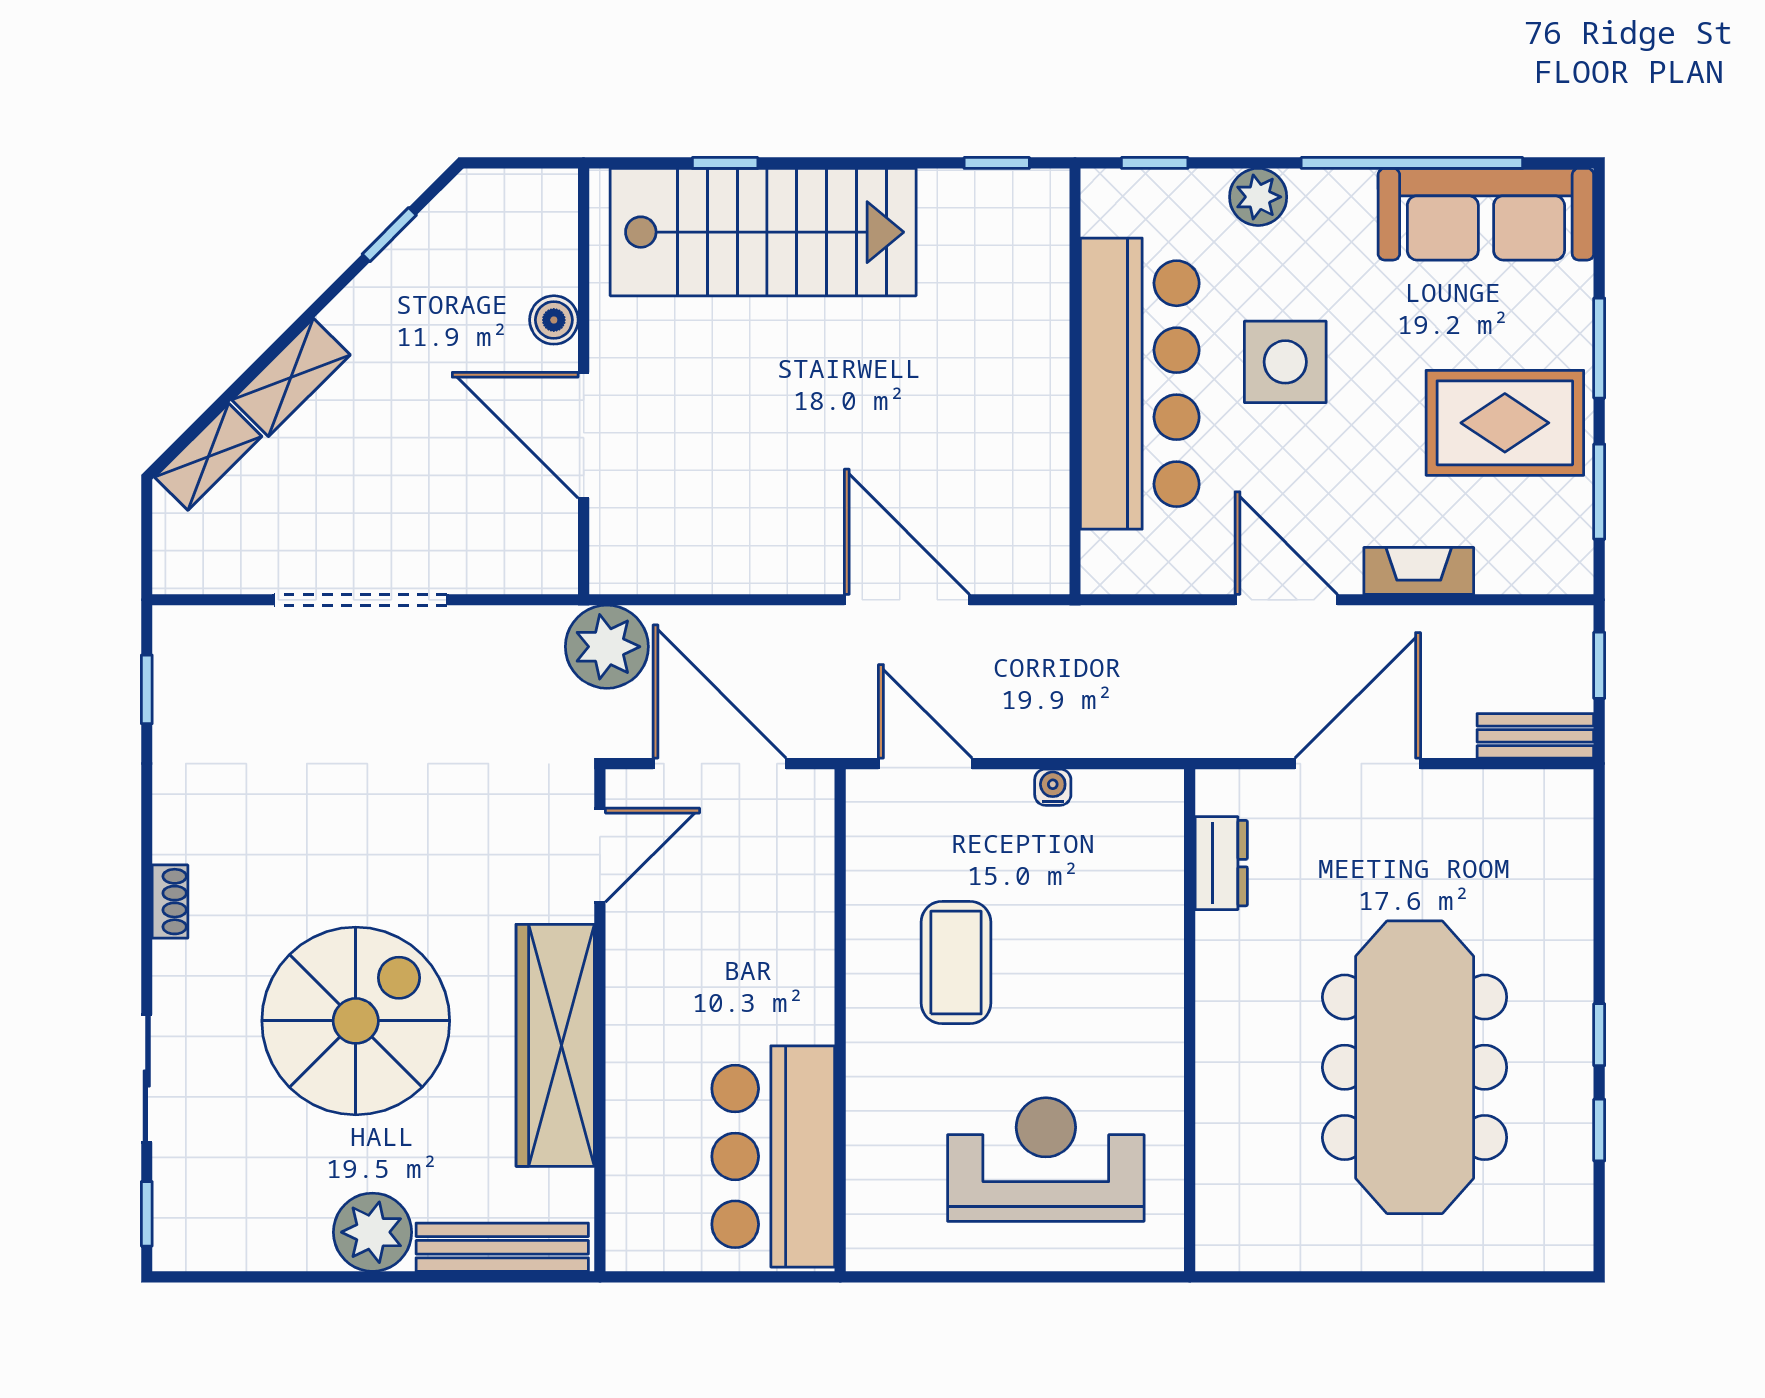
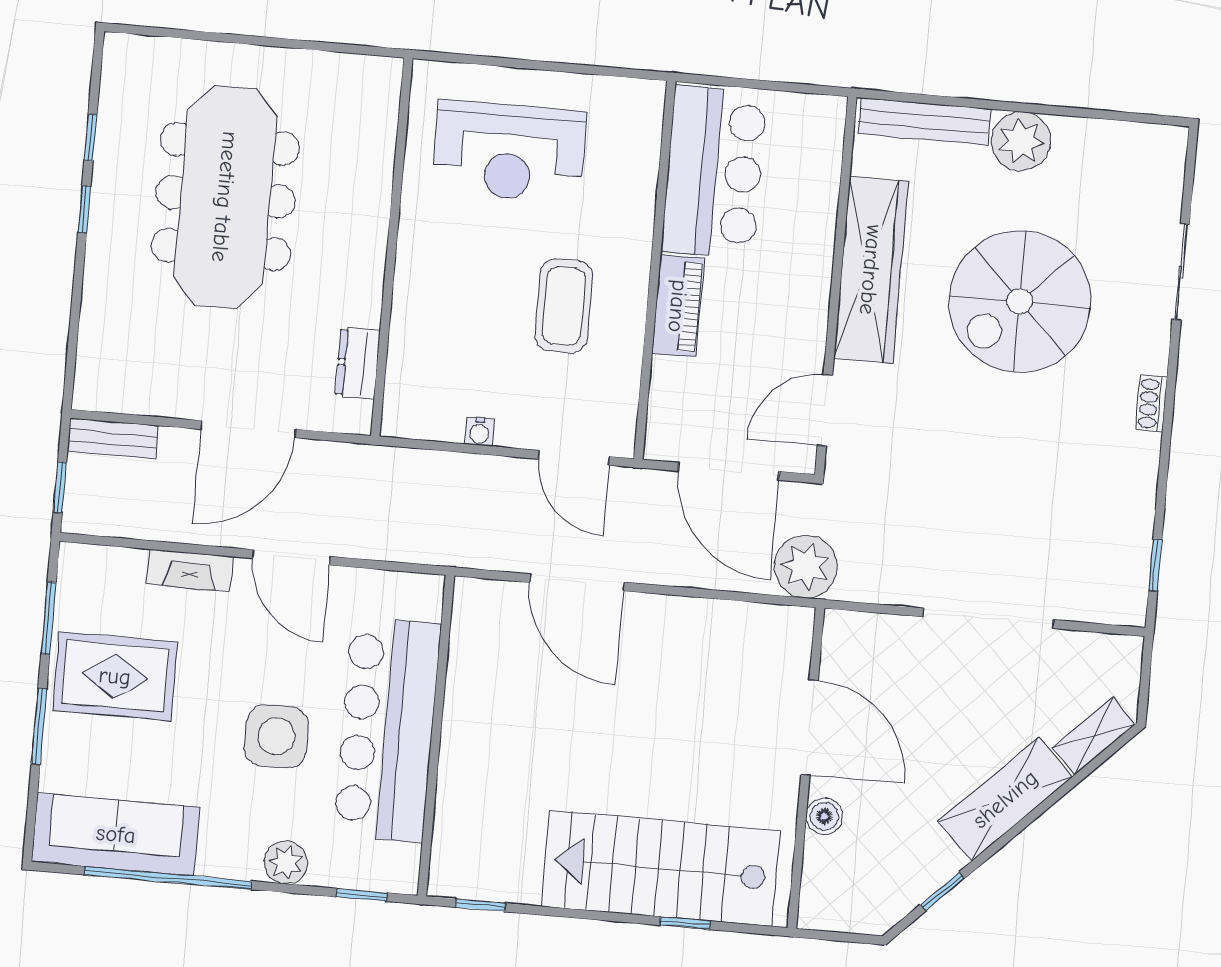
shelving: (291, 377) -> (1005, 799), width x1.50, depth x1.33
piano: (805, 976) -> (678, 306), added
window: (147, 1214) -> (1190, 170), removed

